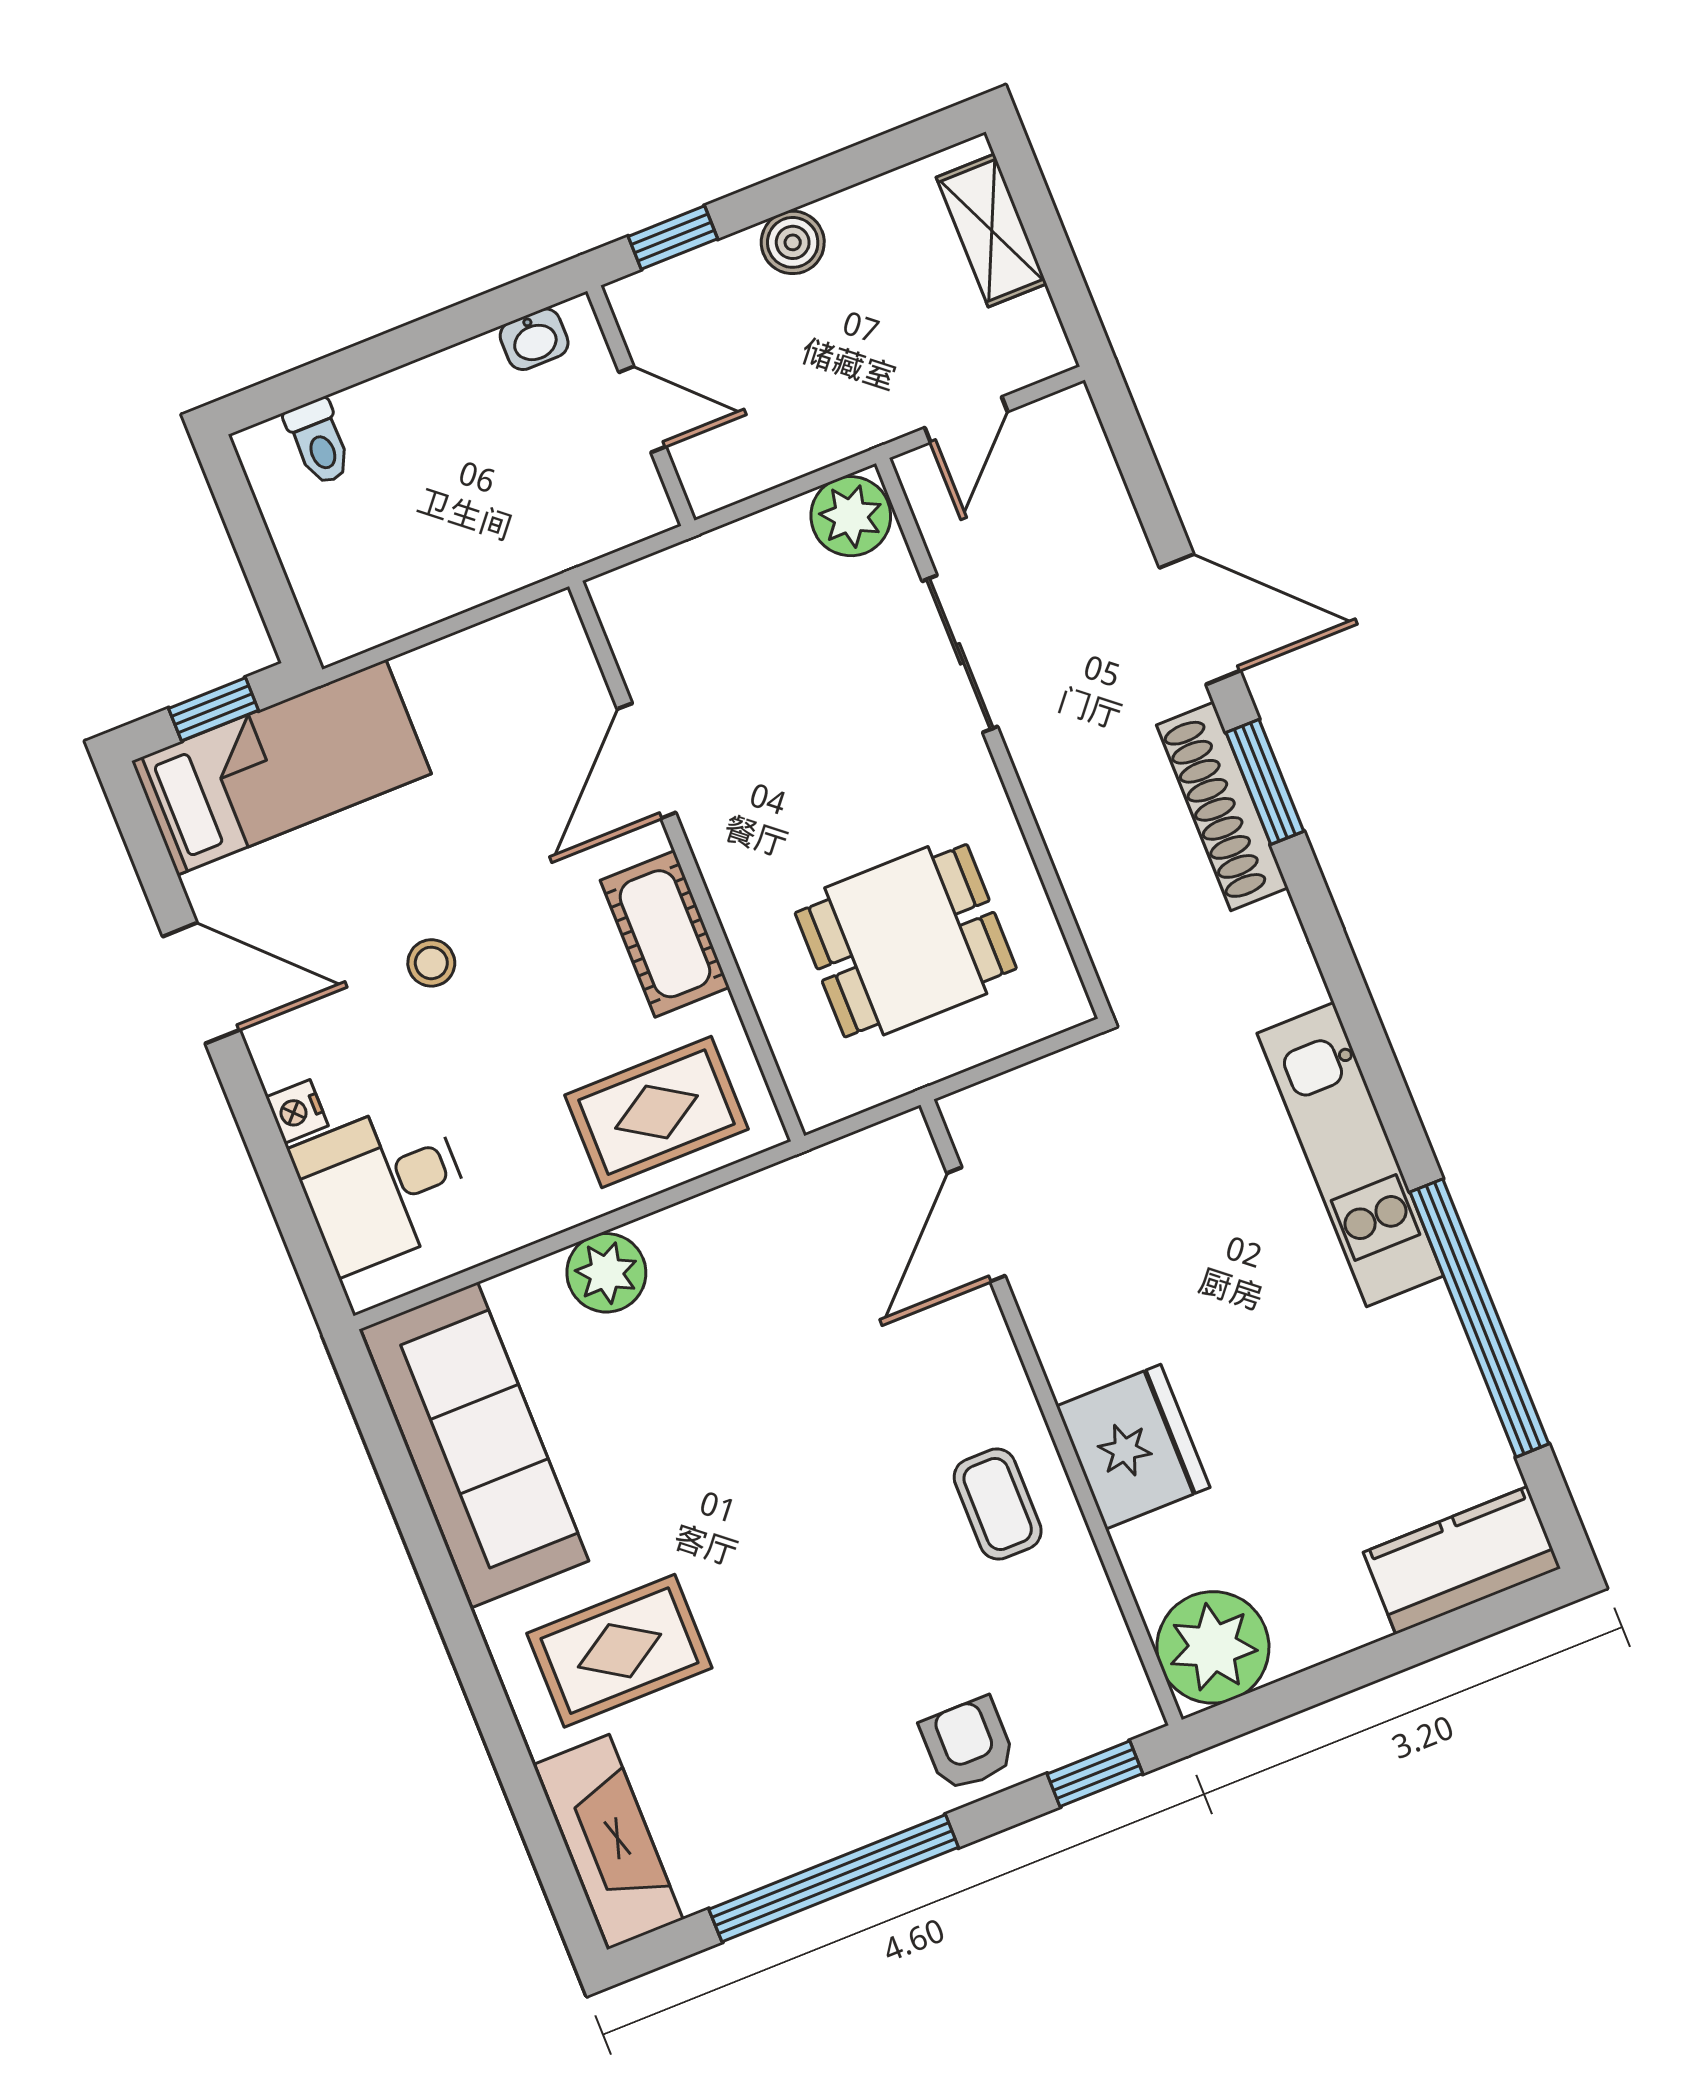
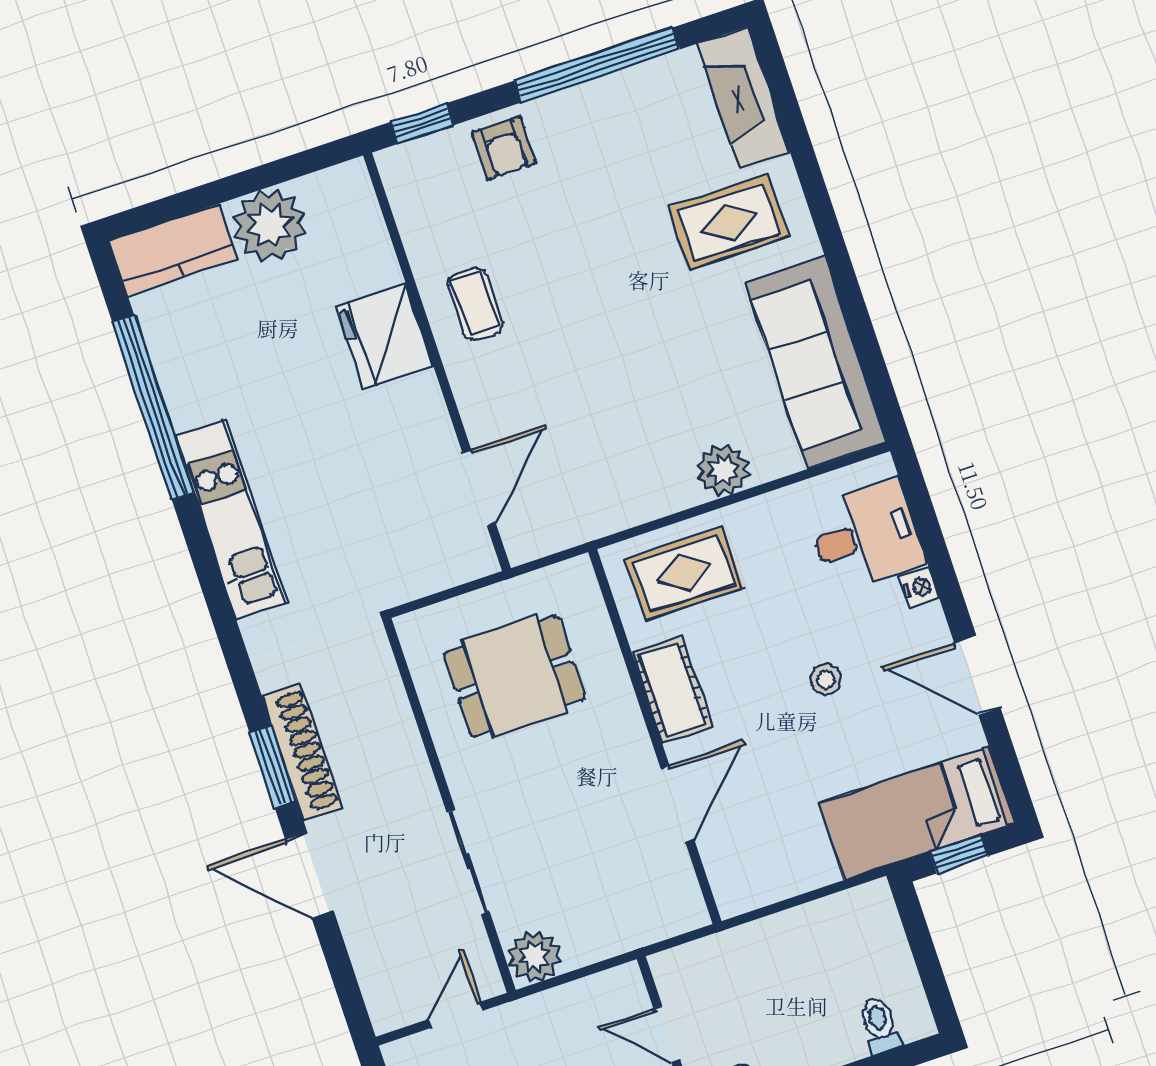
plant: (1213, 1647) -> (270, 225), moved

